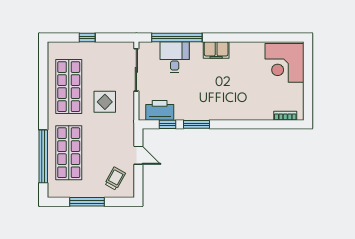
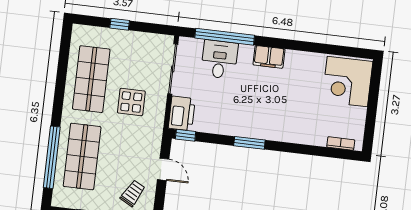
printer: (160, 110) -> (182, 113), moved, turned 90
window: (167, 124) -> (186, 135), moved
window: (197, 124) -> (249, 143), moved

